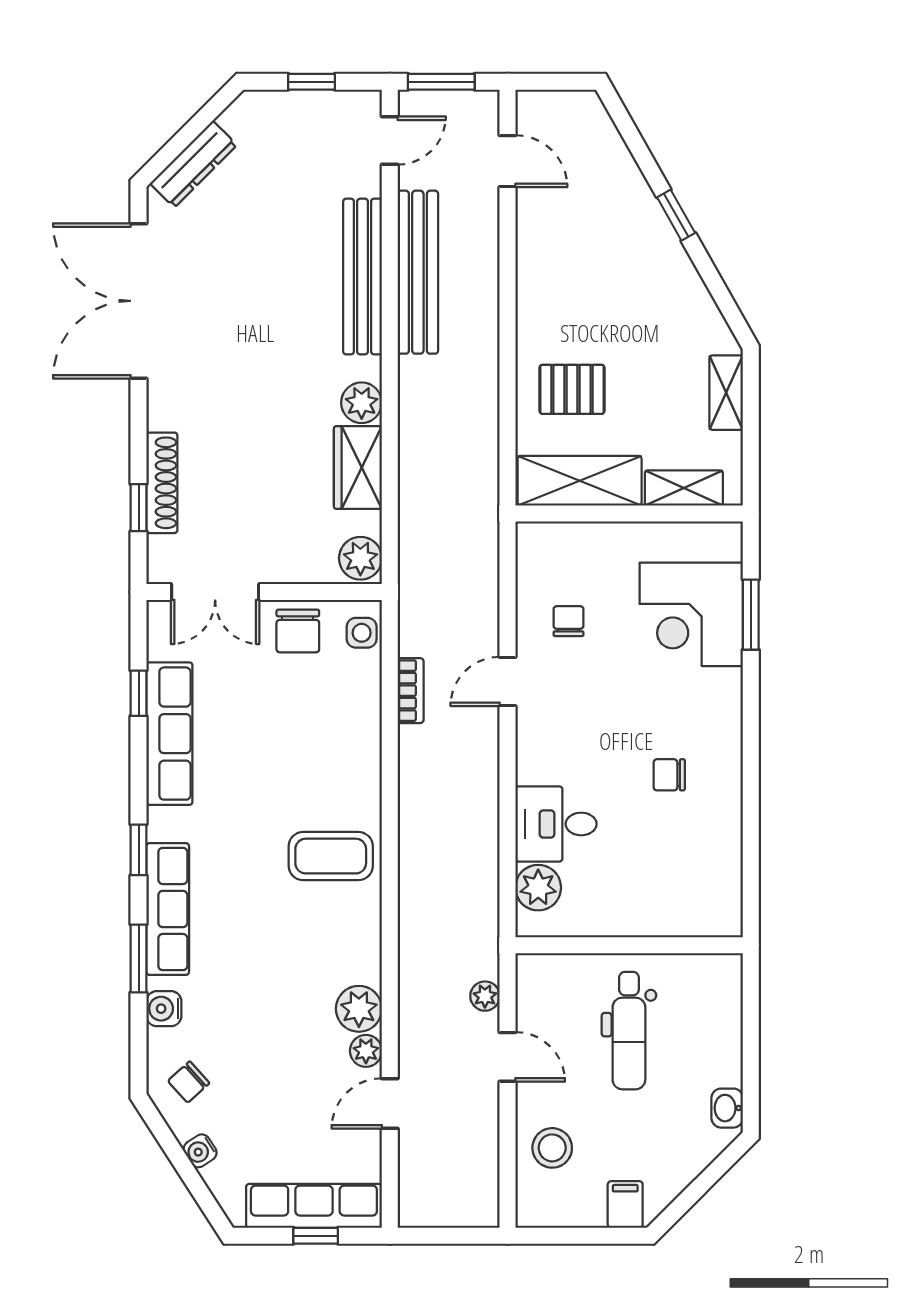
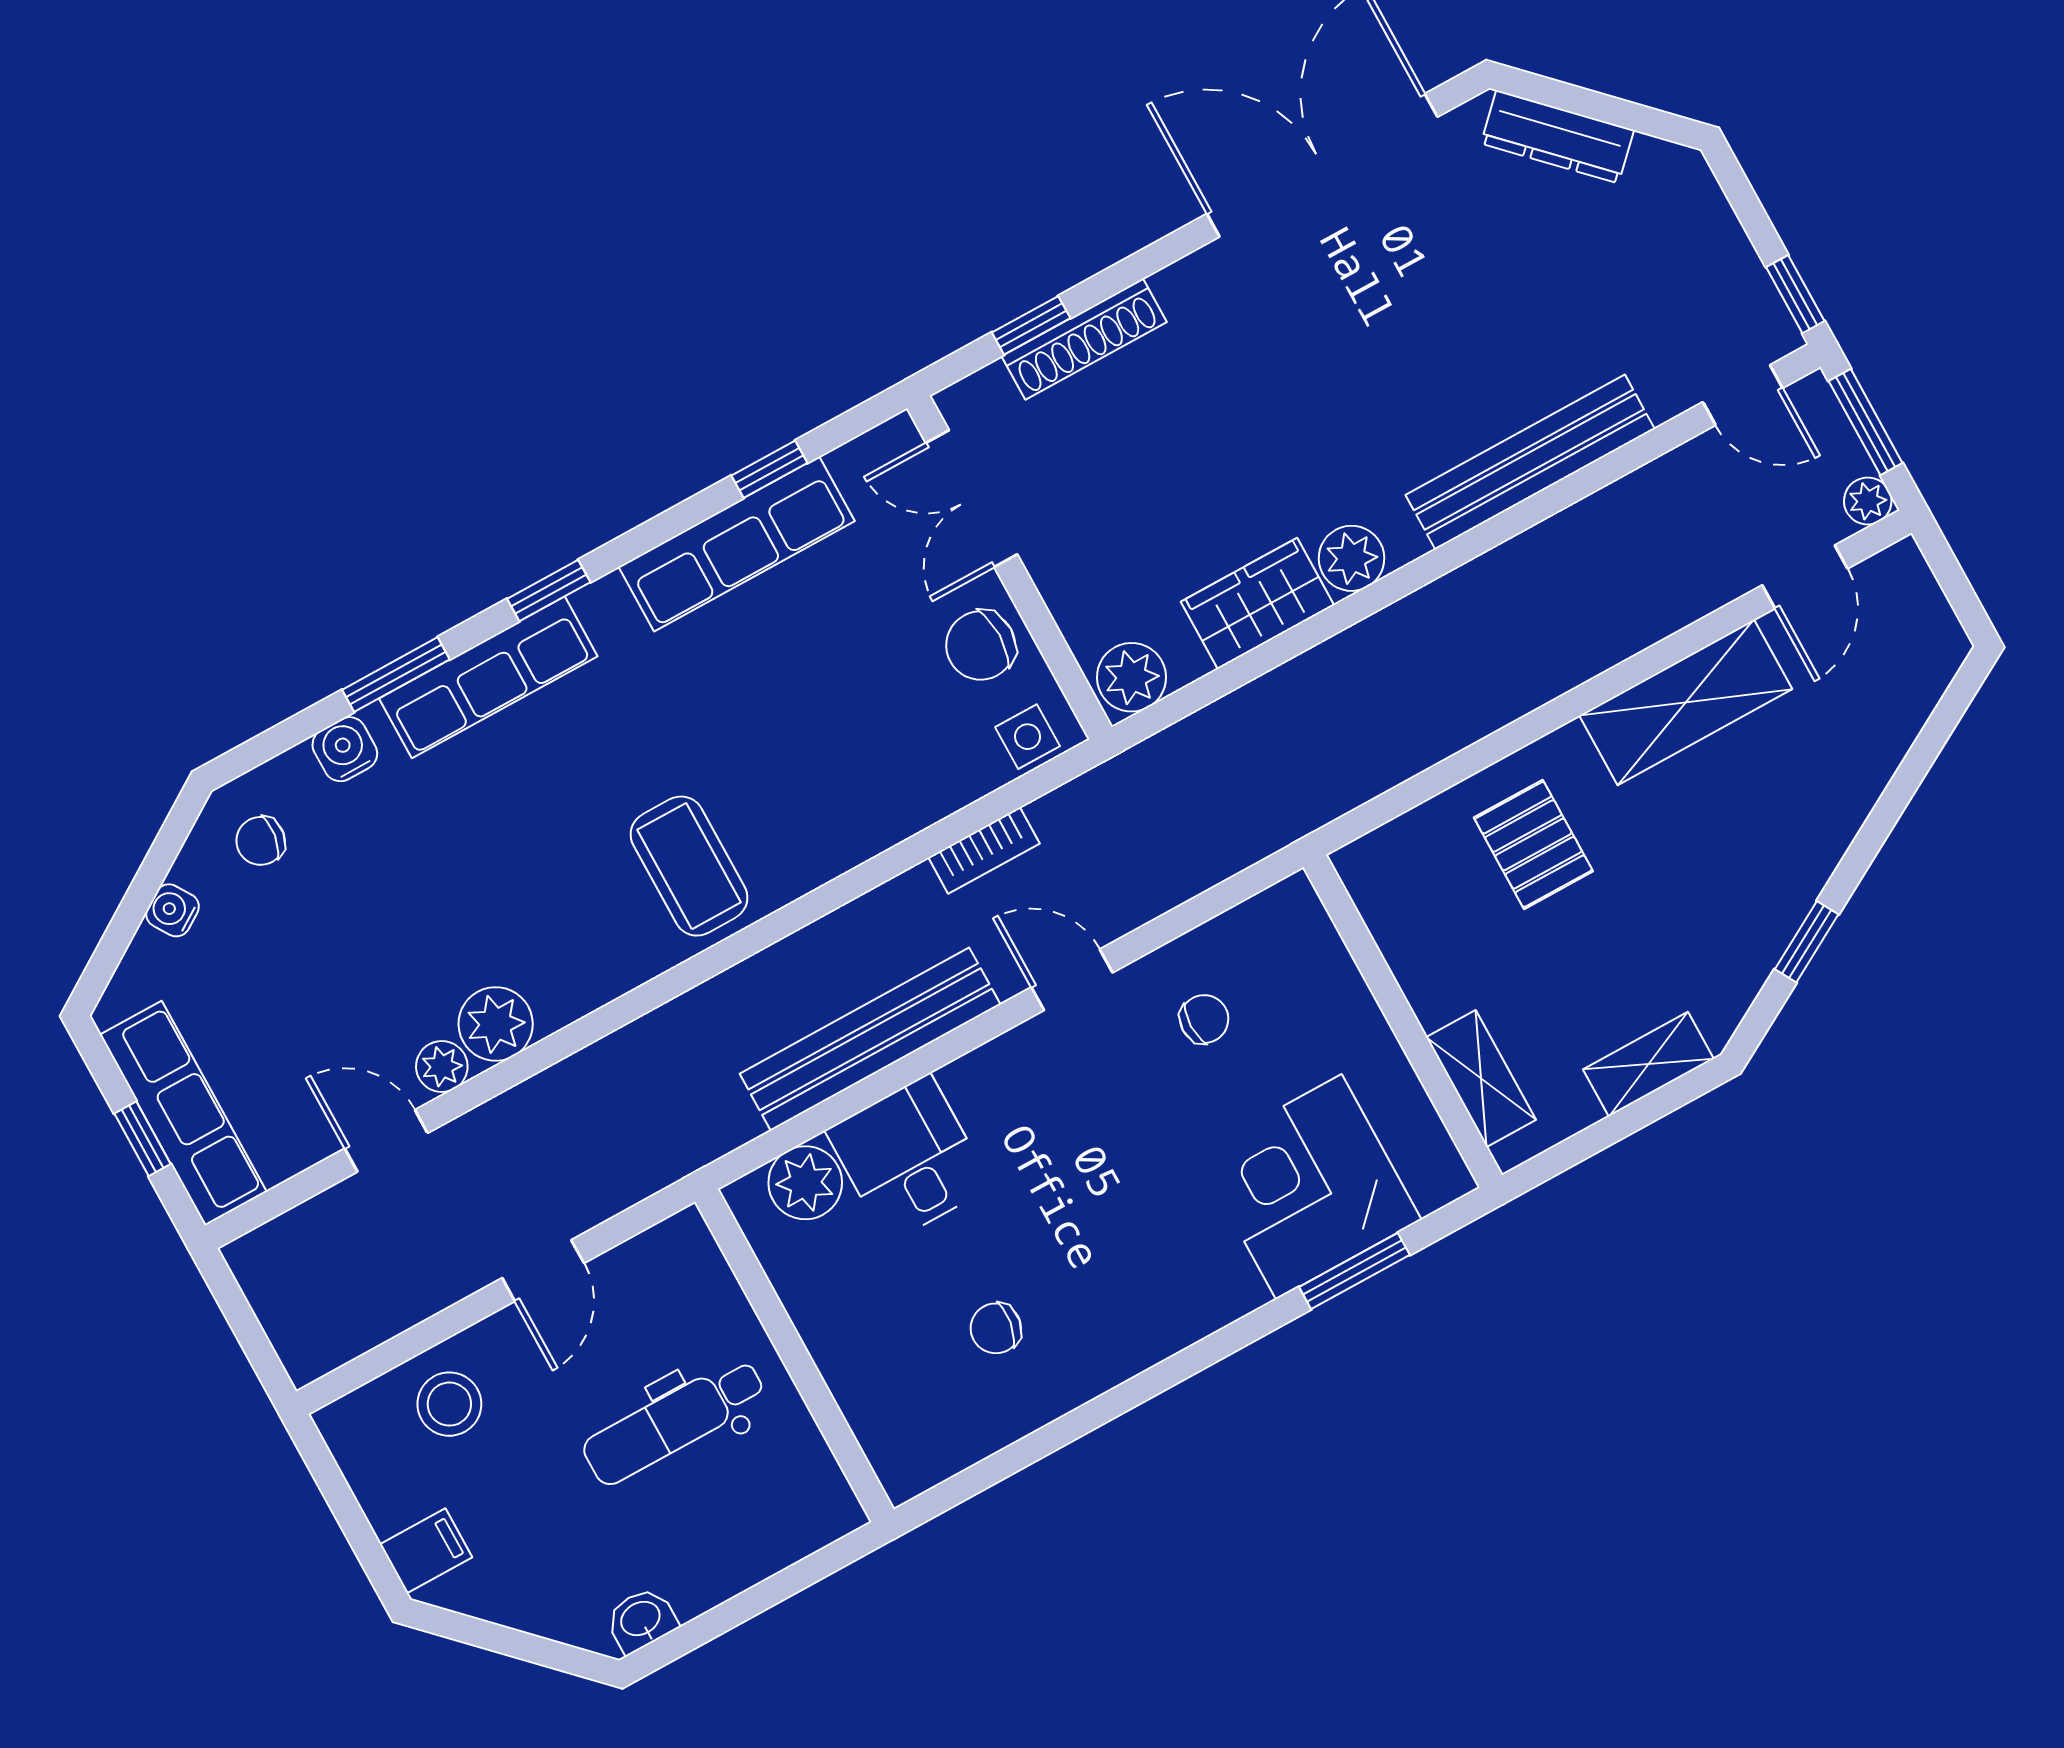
window: (312, 82) -> (1795, 294), moved
window: (676, 215) -> (1807, 942), moved
bench: (418, 272) -> (870, 1039), moved
shelving: (580, 481) -> (1686, 702), moved, turned 90
chair: (669, 775) -> (996, 1328), moved, turned -81
plant: (485, 996) -> (1868, 501), moved
chair: (189, 1082) -> (261, 841), turned -40

